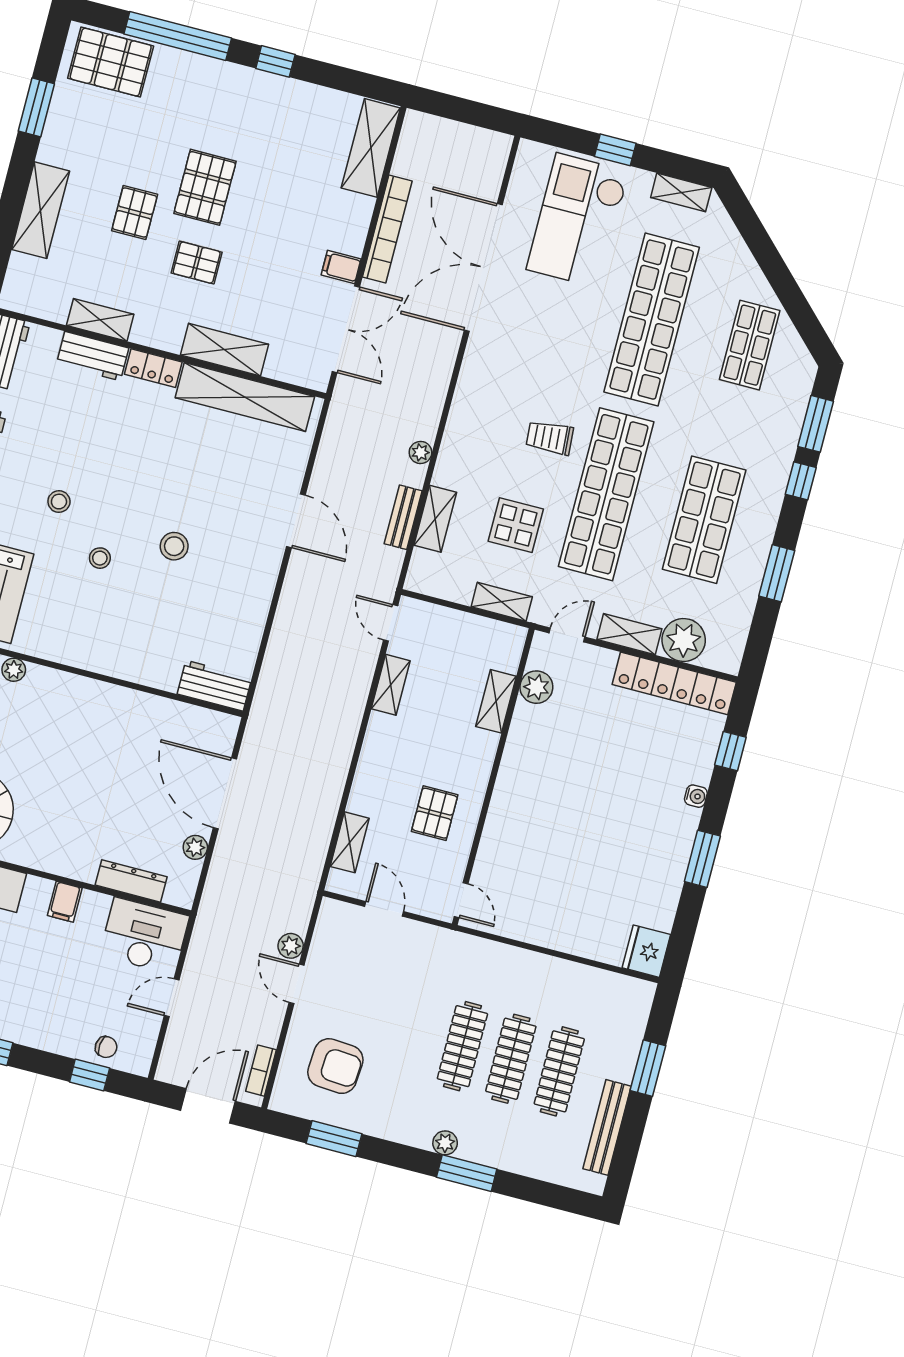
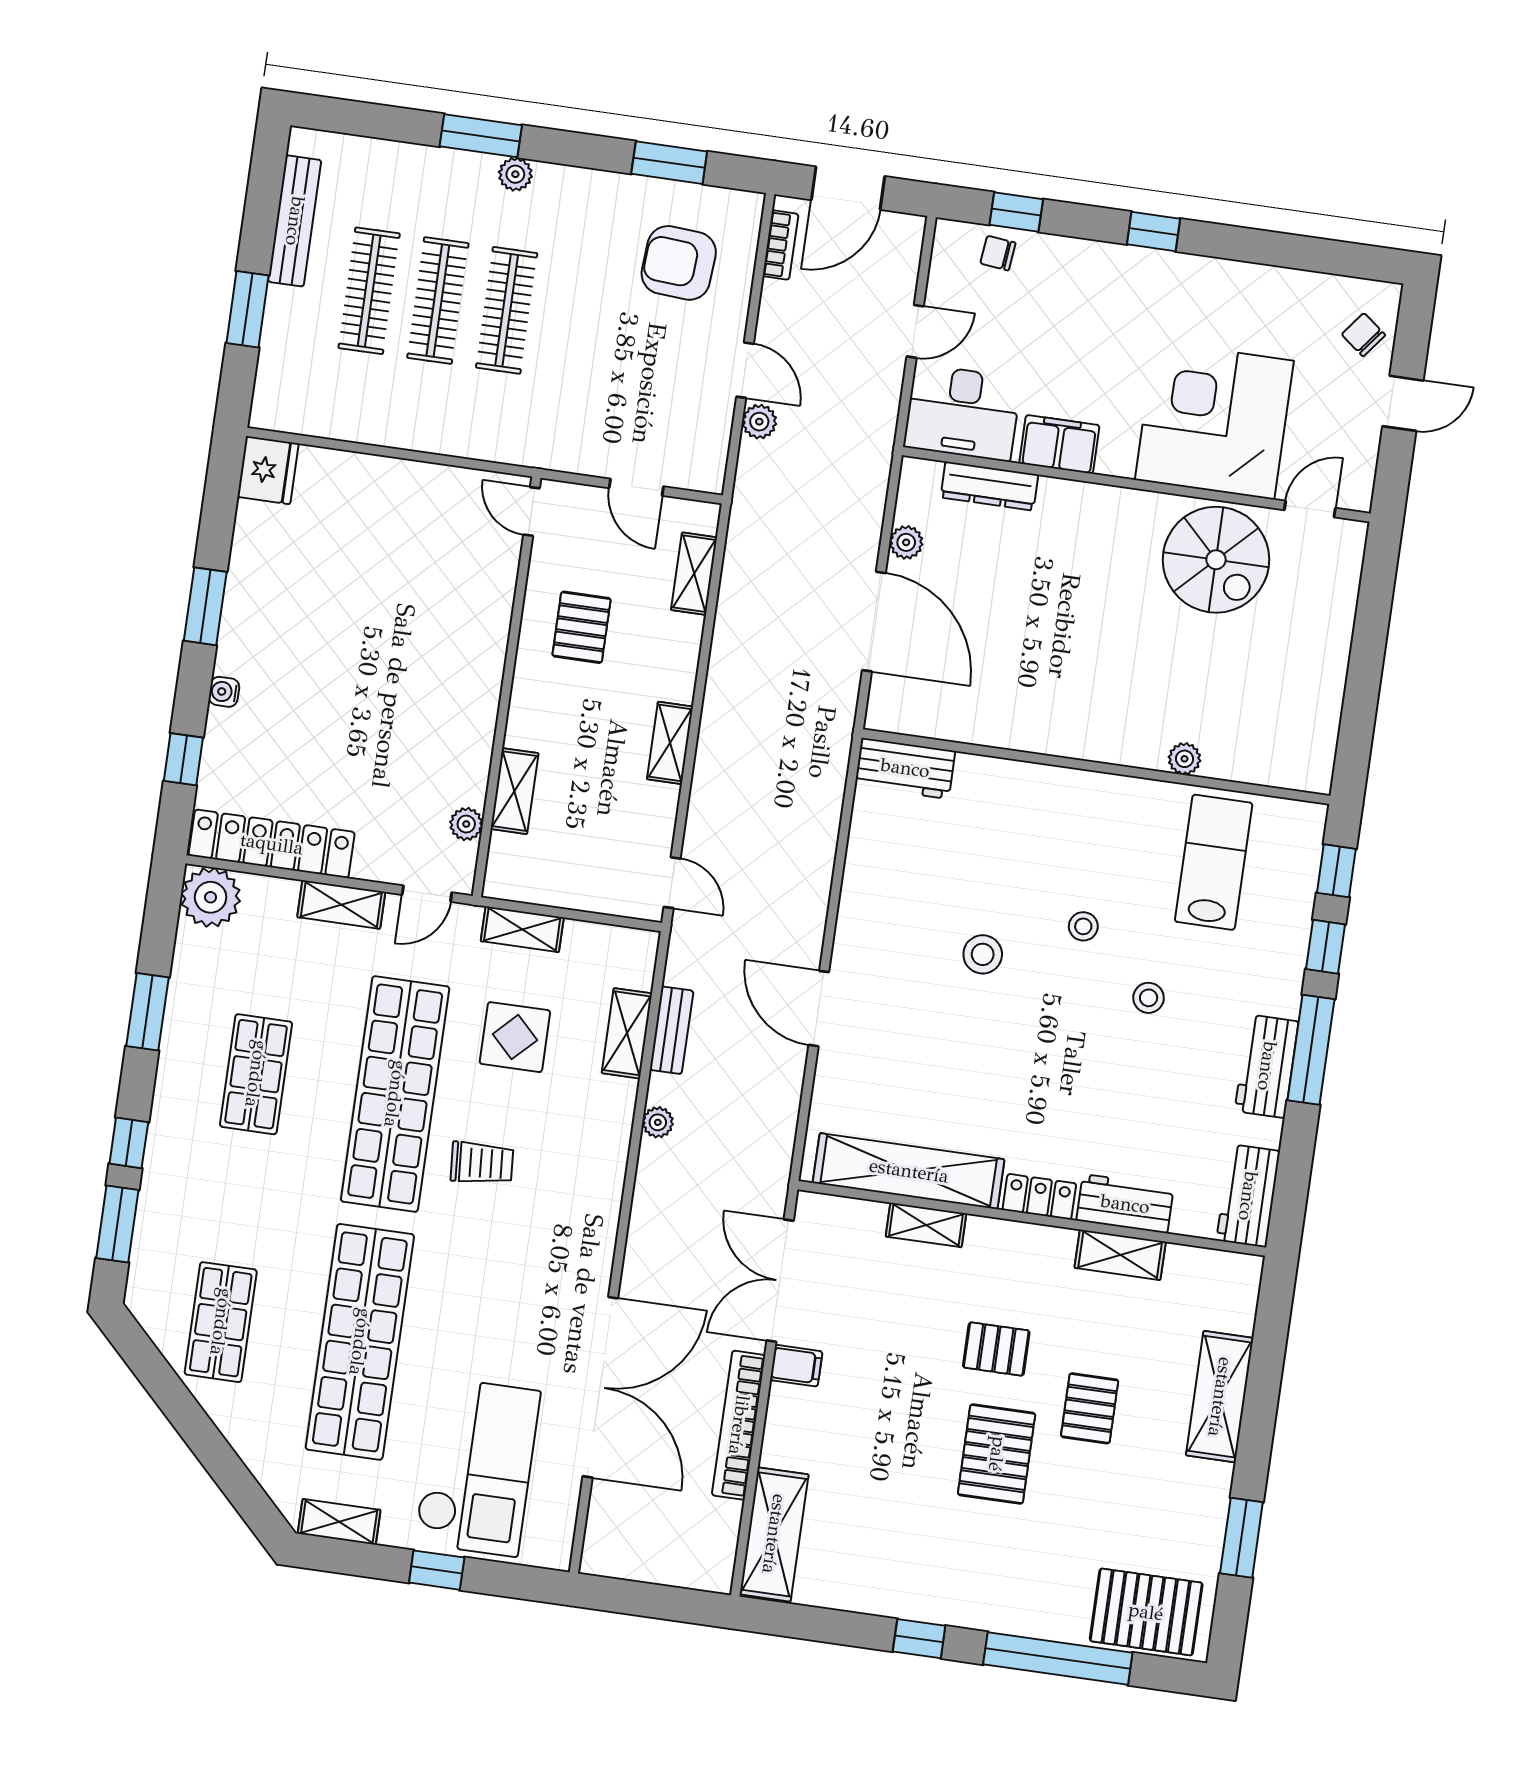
shelving: (224, 350) -> (926, 1225), width x0.67, depth x0.75
shop shelf: (704, 520) -> (256, 1074), width x0.70, depth x0.74
plant: (684, 640) -> (211, 897), moved
shelving: (391, 685) -> (670, 743), moved
plant: (536, 687) -> (466, 824), width x0.73, depth x0.73
filing cabinet: (65, 902) -> (1059, 444), width x2.00

